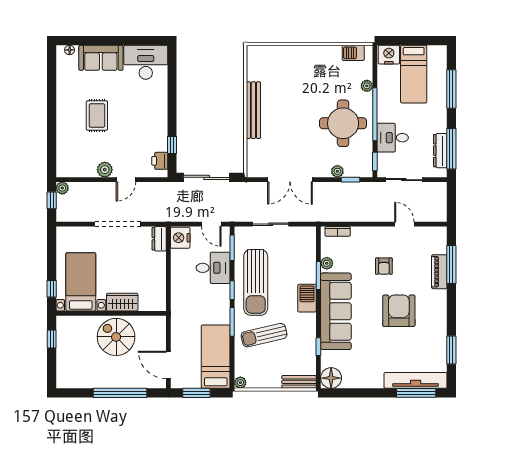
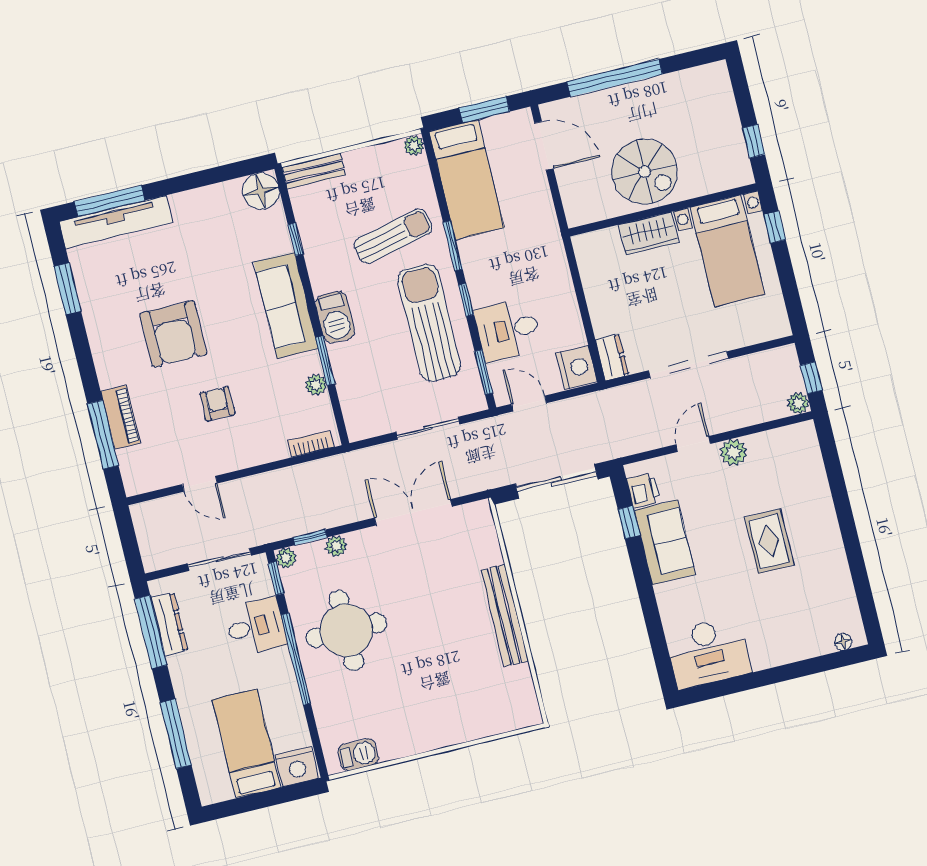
sofa: (101, 58) -> (665, 542), moved, turned 90
plant: (367, 86) -> (286, 558), moved
sofa: (336, 311) -> (286, 305), width x0.74, depth x0.79

